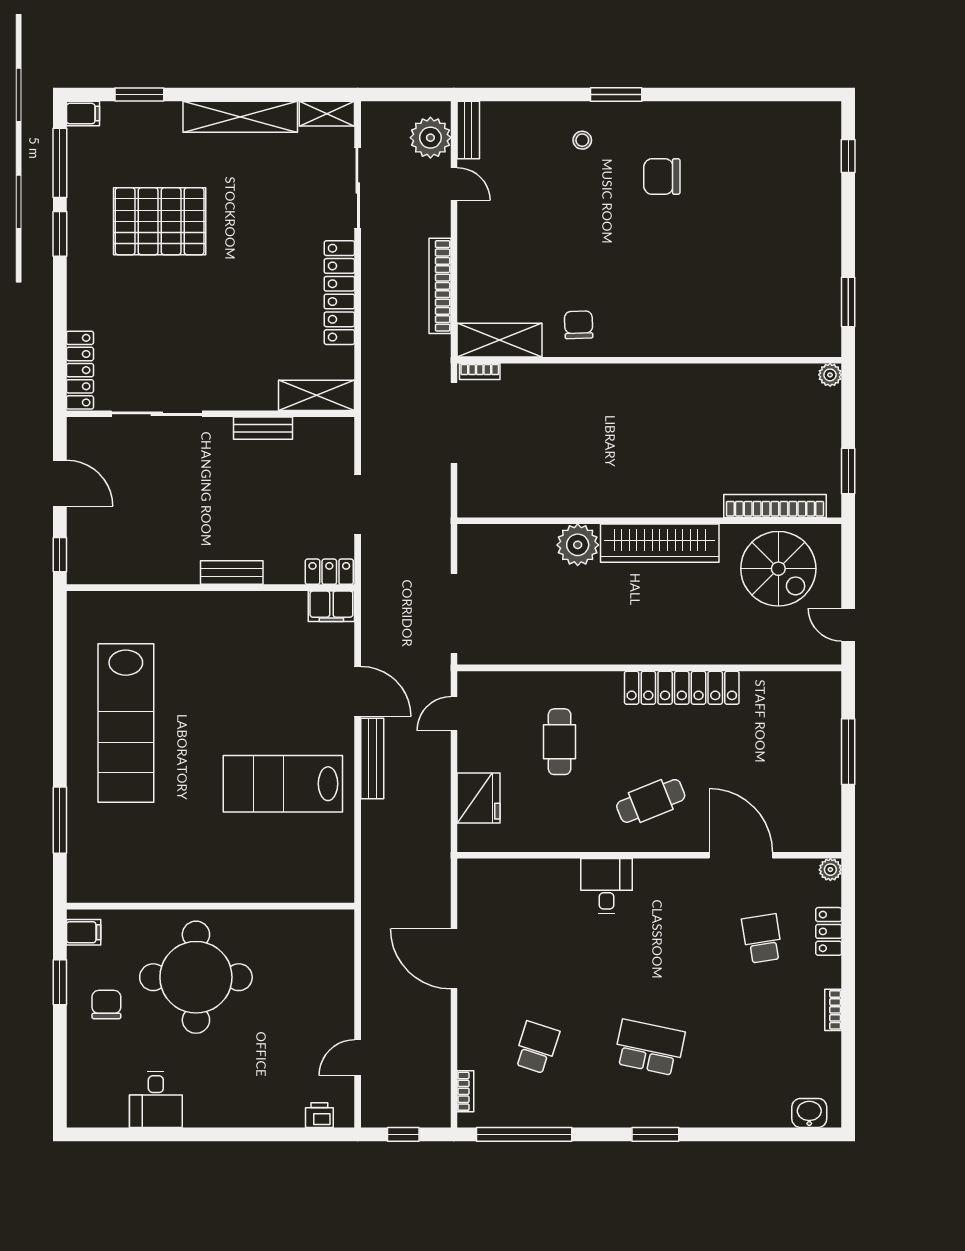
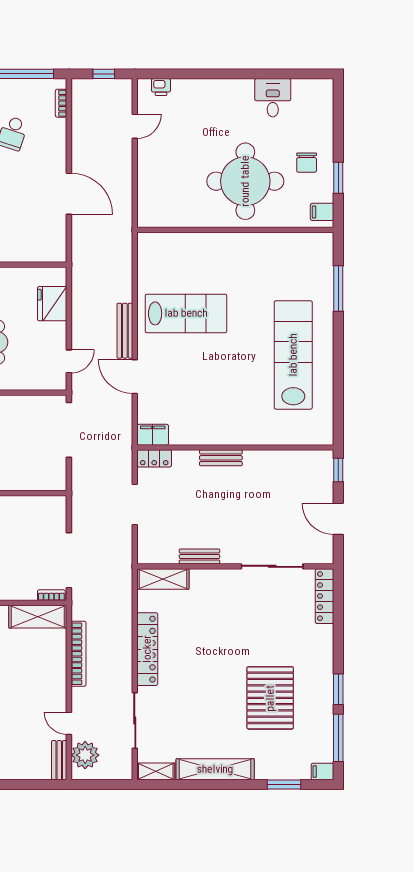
pallet: (160, 221) -> (270, 698), turned 90

